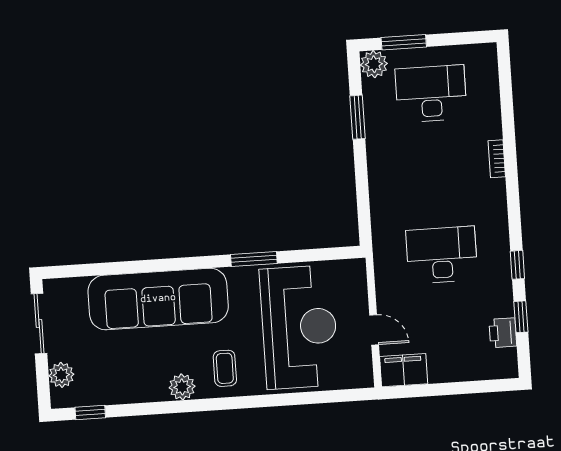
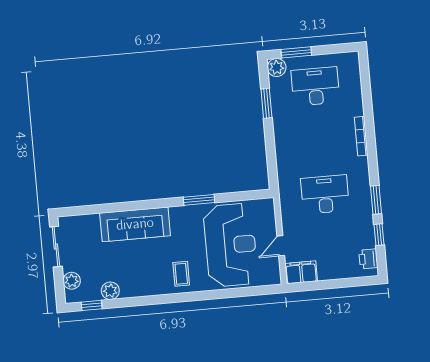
bookcase: (497, 159) -> (361, 136), width x1.56
window: (517, 265) -> (376, 200), width x1.50
sofa: (158, 299) -> (135, 224), width x0.74, depth x0.79
door: (374, 330) -> (281, 246), swing flipped
printer: (503, 333) -> (368, 259), moved
plant: (182, 387) -> (110, 291), moved

